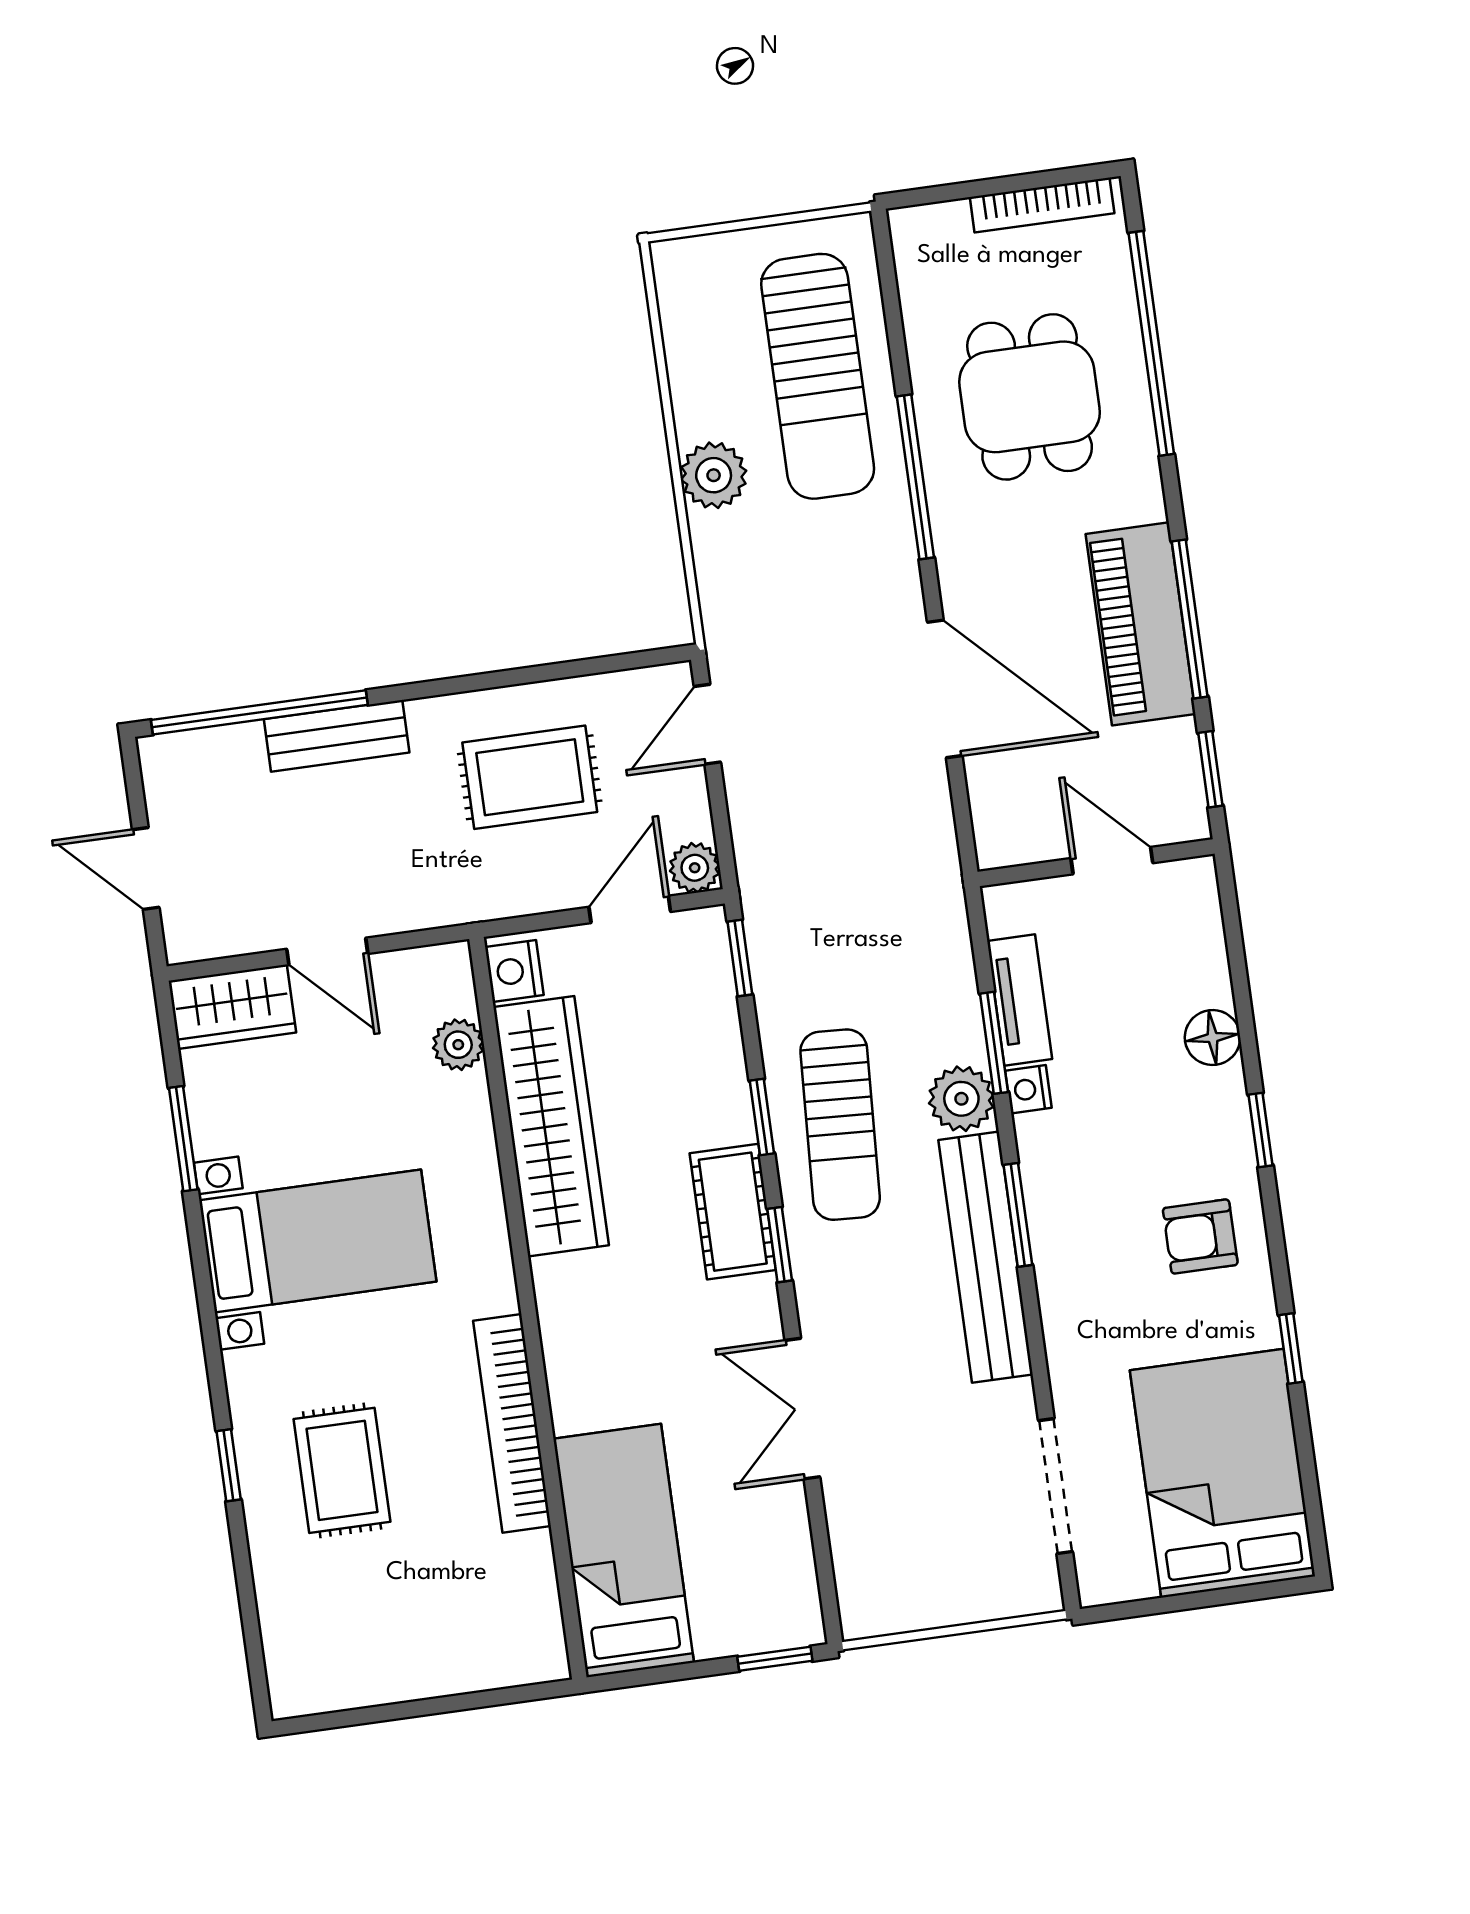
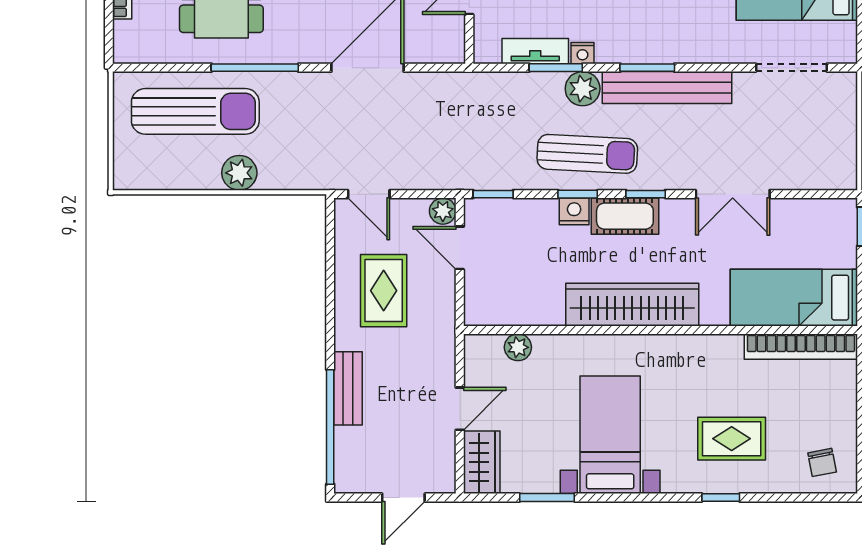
nightstand: (514, 971) -> (574, 211), moved, turned 180
wardrobe: (551, 1126) -> (632, 305), moved
bookcase: (512, 1423) -> (801, 347), moved
chair: (321, 1647) -> (822, 462), added

